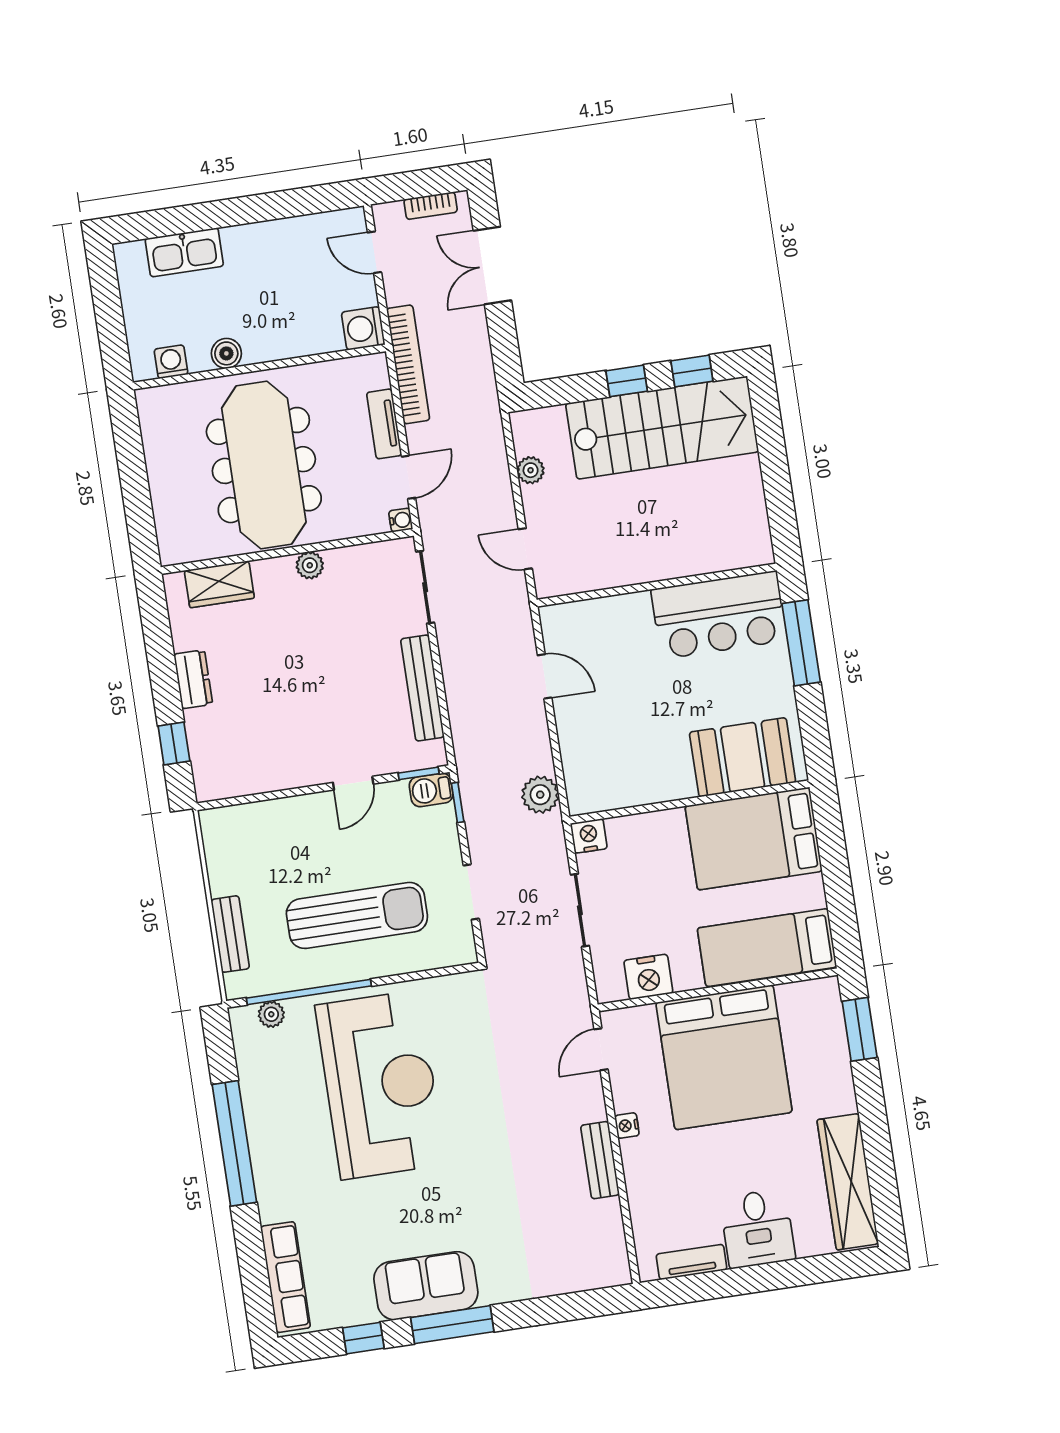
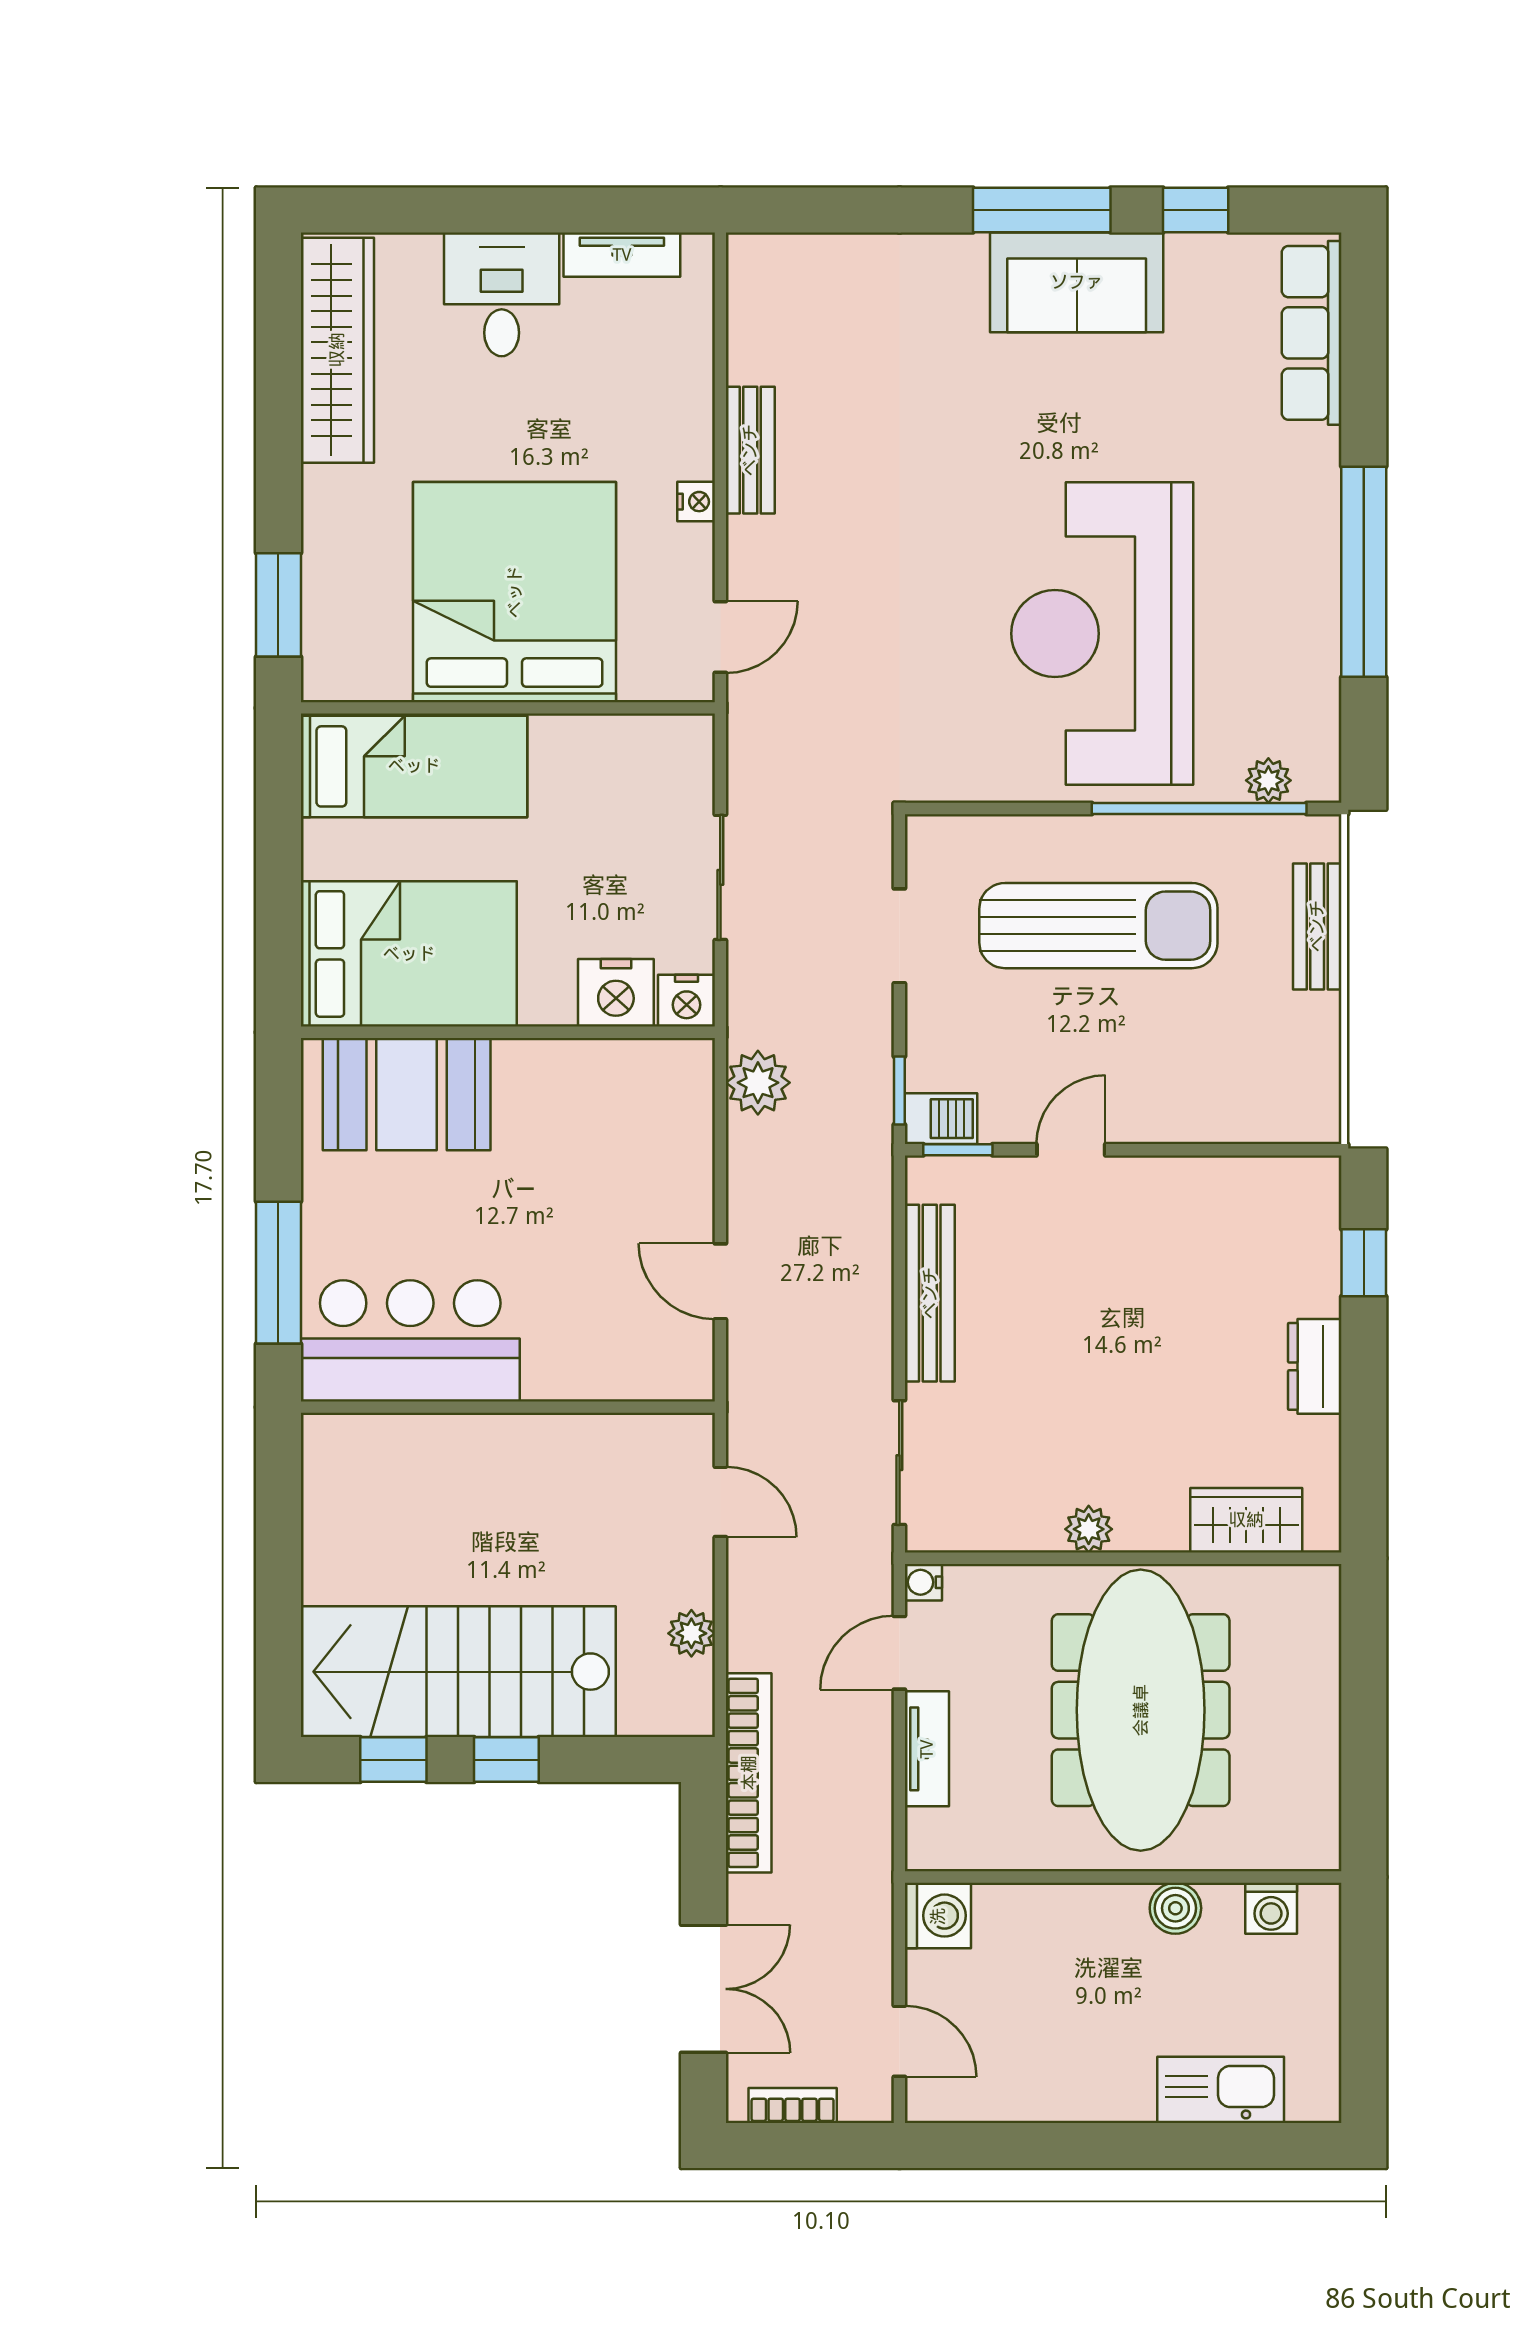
bookcase: (408, 364) -> (749, 1773), moved, turned 180
sun lounger: (357, 915) -> (1098, 926), turned 180
nightstand: (648, 977) -> (616, 993), moved, turned 180

